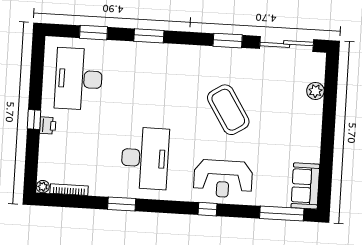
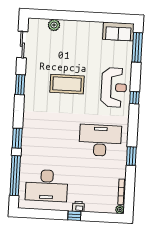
window: (94, 33) -> (15, 176), width x2.11
sliding door: (287, 44) -> (22, 45), width x0.73
coffee table: (228, 110) -> (67, 84), turned 32

